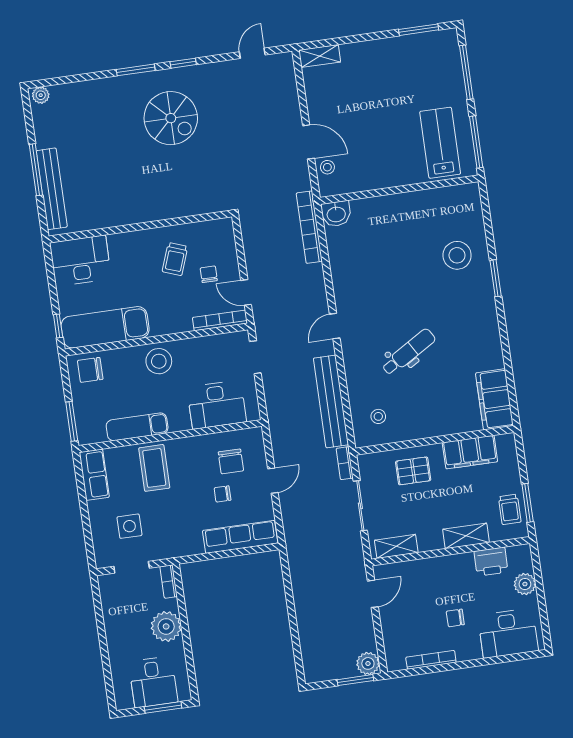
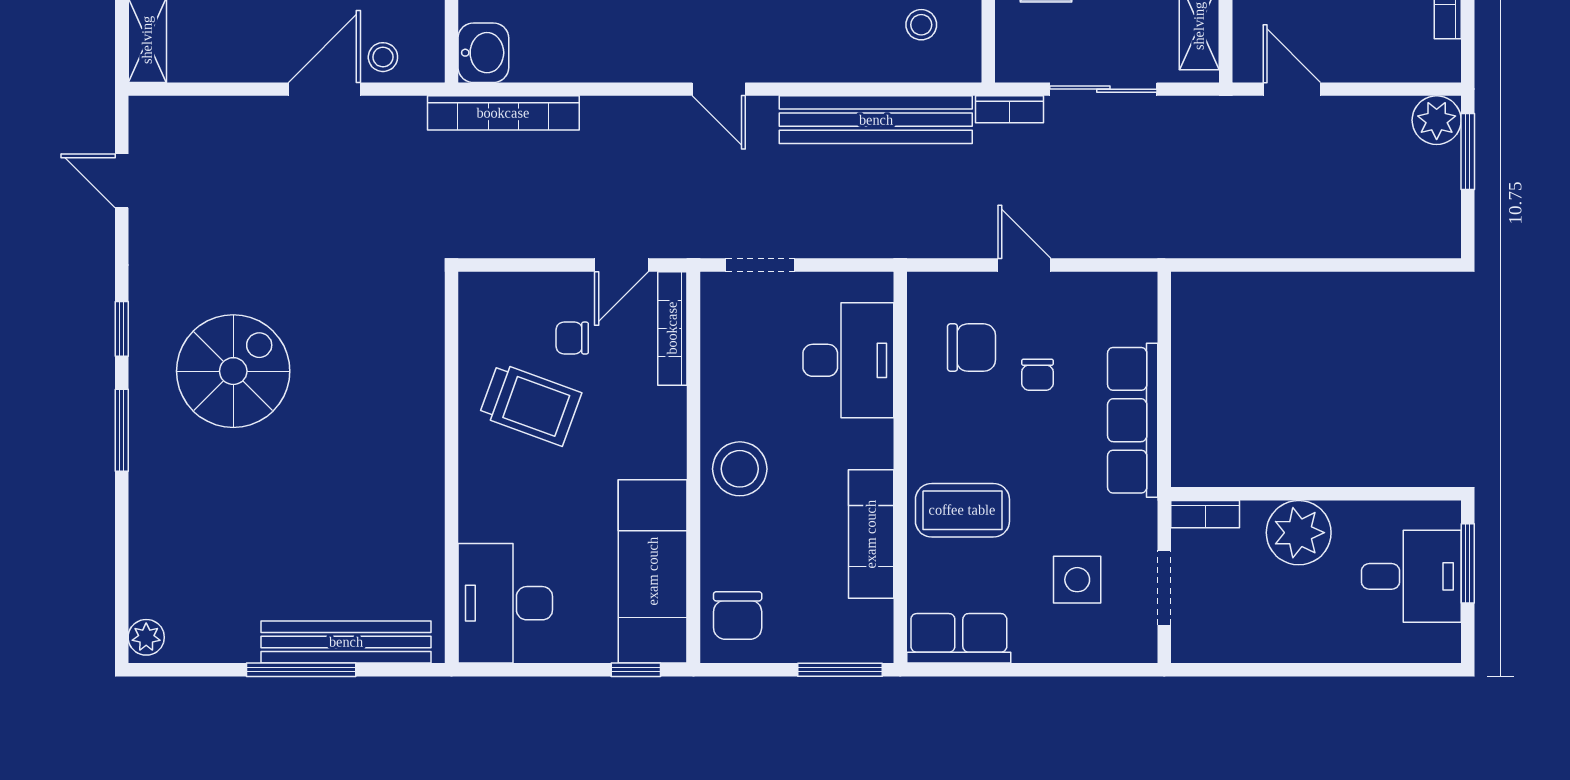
trolley: (175, 259) -> (530, 404), width x1.36, depth x1.39
row of seats: (240, 537) -> (1133, 420), moved

